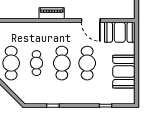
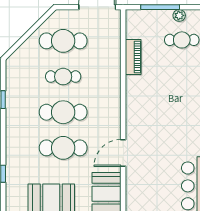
piano: (52, 13) -> (133, 57), moved

